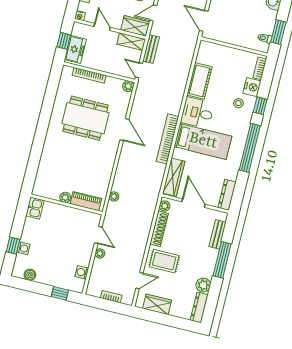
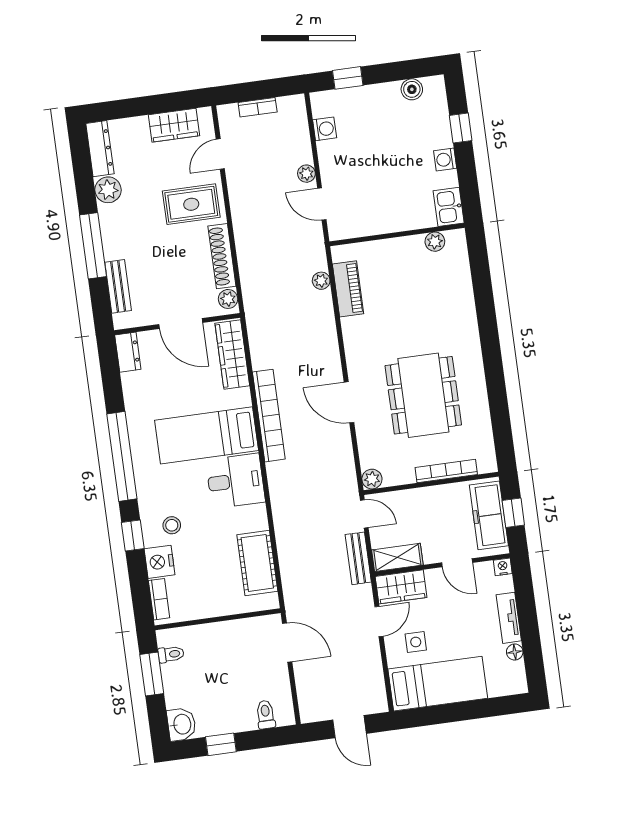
freezer: (75, 49) -> (489, 515), width x1.40
cot: (199, 81) -> (257, 563), moved
dining table: (85, 118) -> (423, 395), turned 90
dresser: (227, 195) -> (128, 352), width x0.70
plant: (65, 197) -> (435, 242), moved
piano: (86, 201) -> (348, 289), moved, turned -90
washing machine: (23, 248) -> (445, 160), moved

